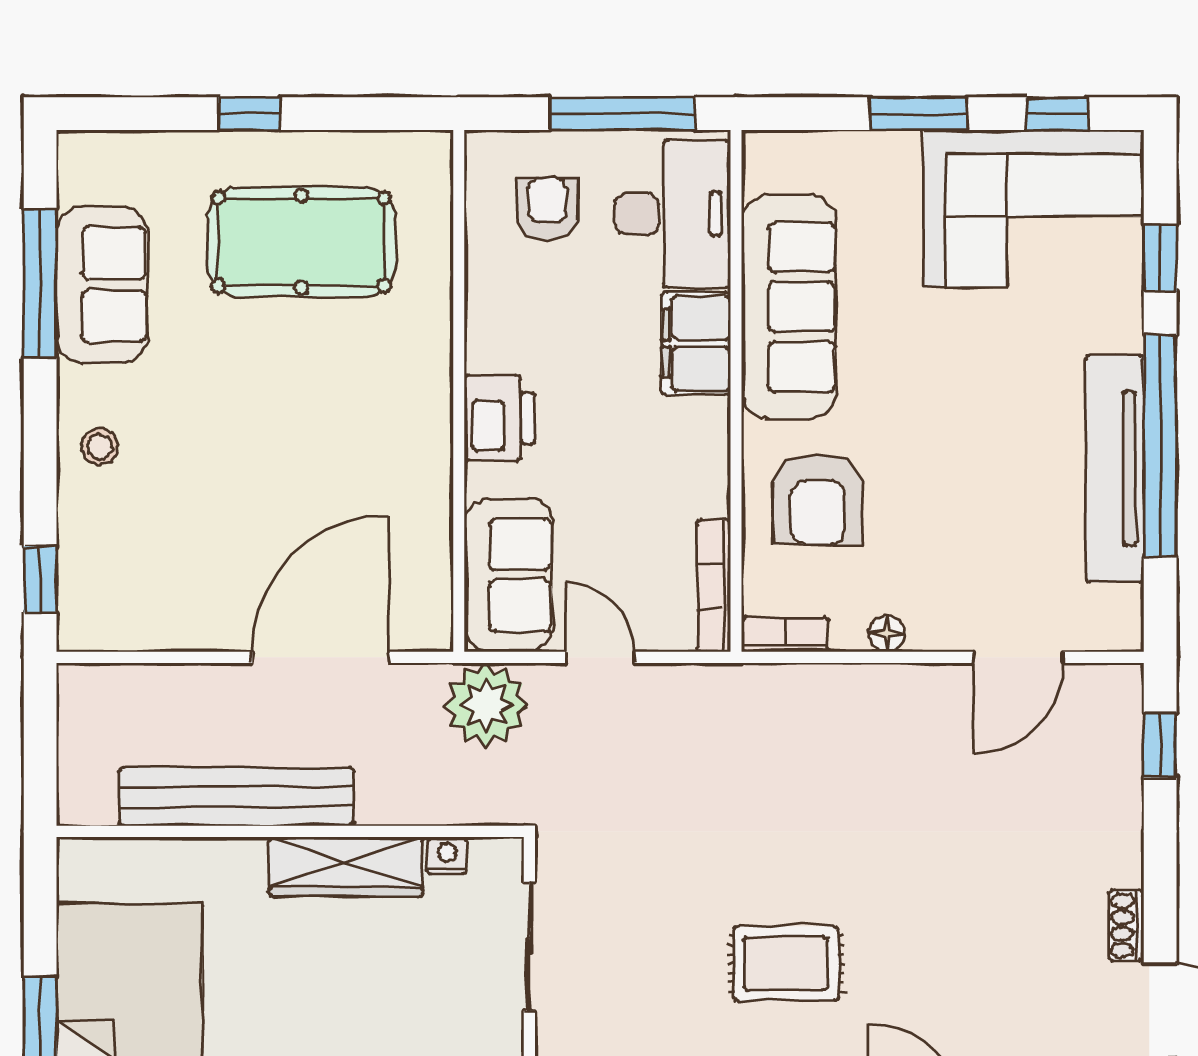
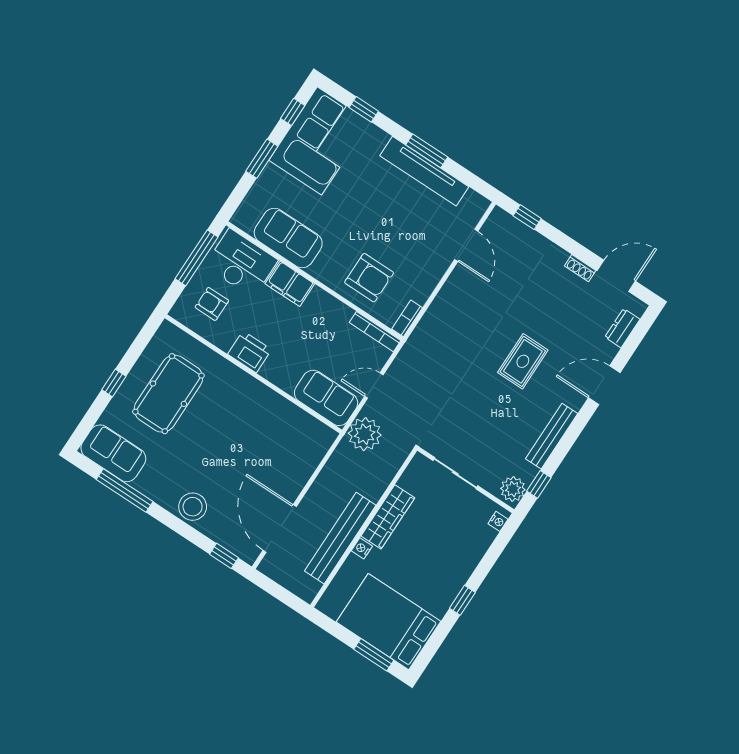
sofa: (102, 285) -> (113, 453), moved
sofa: (789, 307) -> (288, 238), width x0.73
printer: (500, 418) -> (250, 352), moved
window: (1160, 446) -> (427, 151), width x0.47
stool: (100, 447) -> (193, 507), width x1.89, depth x1.89
floor lamp: (887, 633) -> (429, 284), removed
door: (320, 657) -> (280, 528), moved
nightstand: (447, 856) -> (362, 548), moved
rug: (786, 964) -> (523, 361), moved

